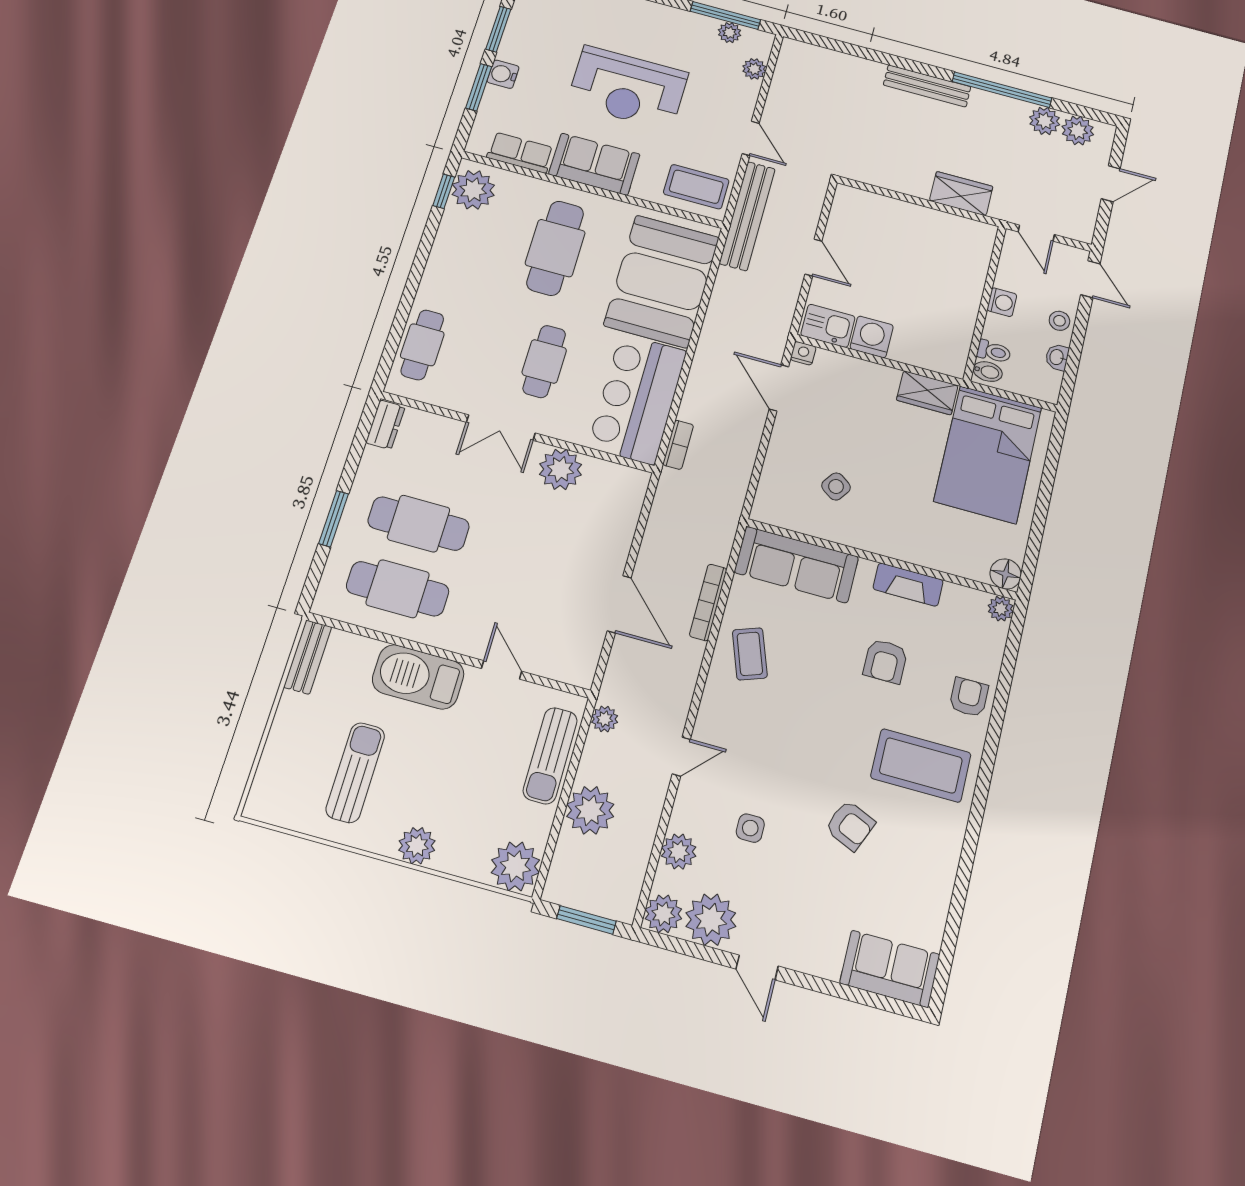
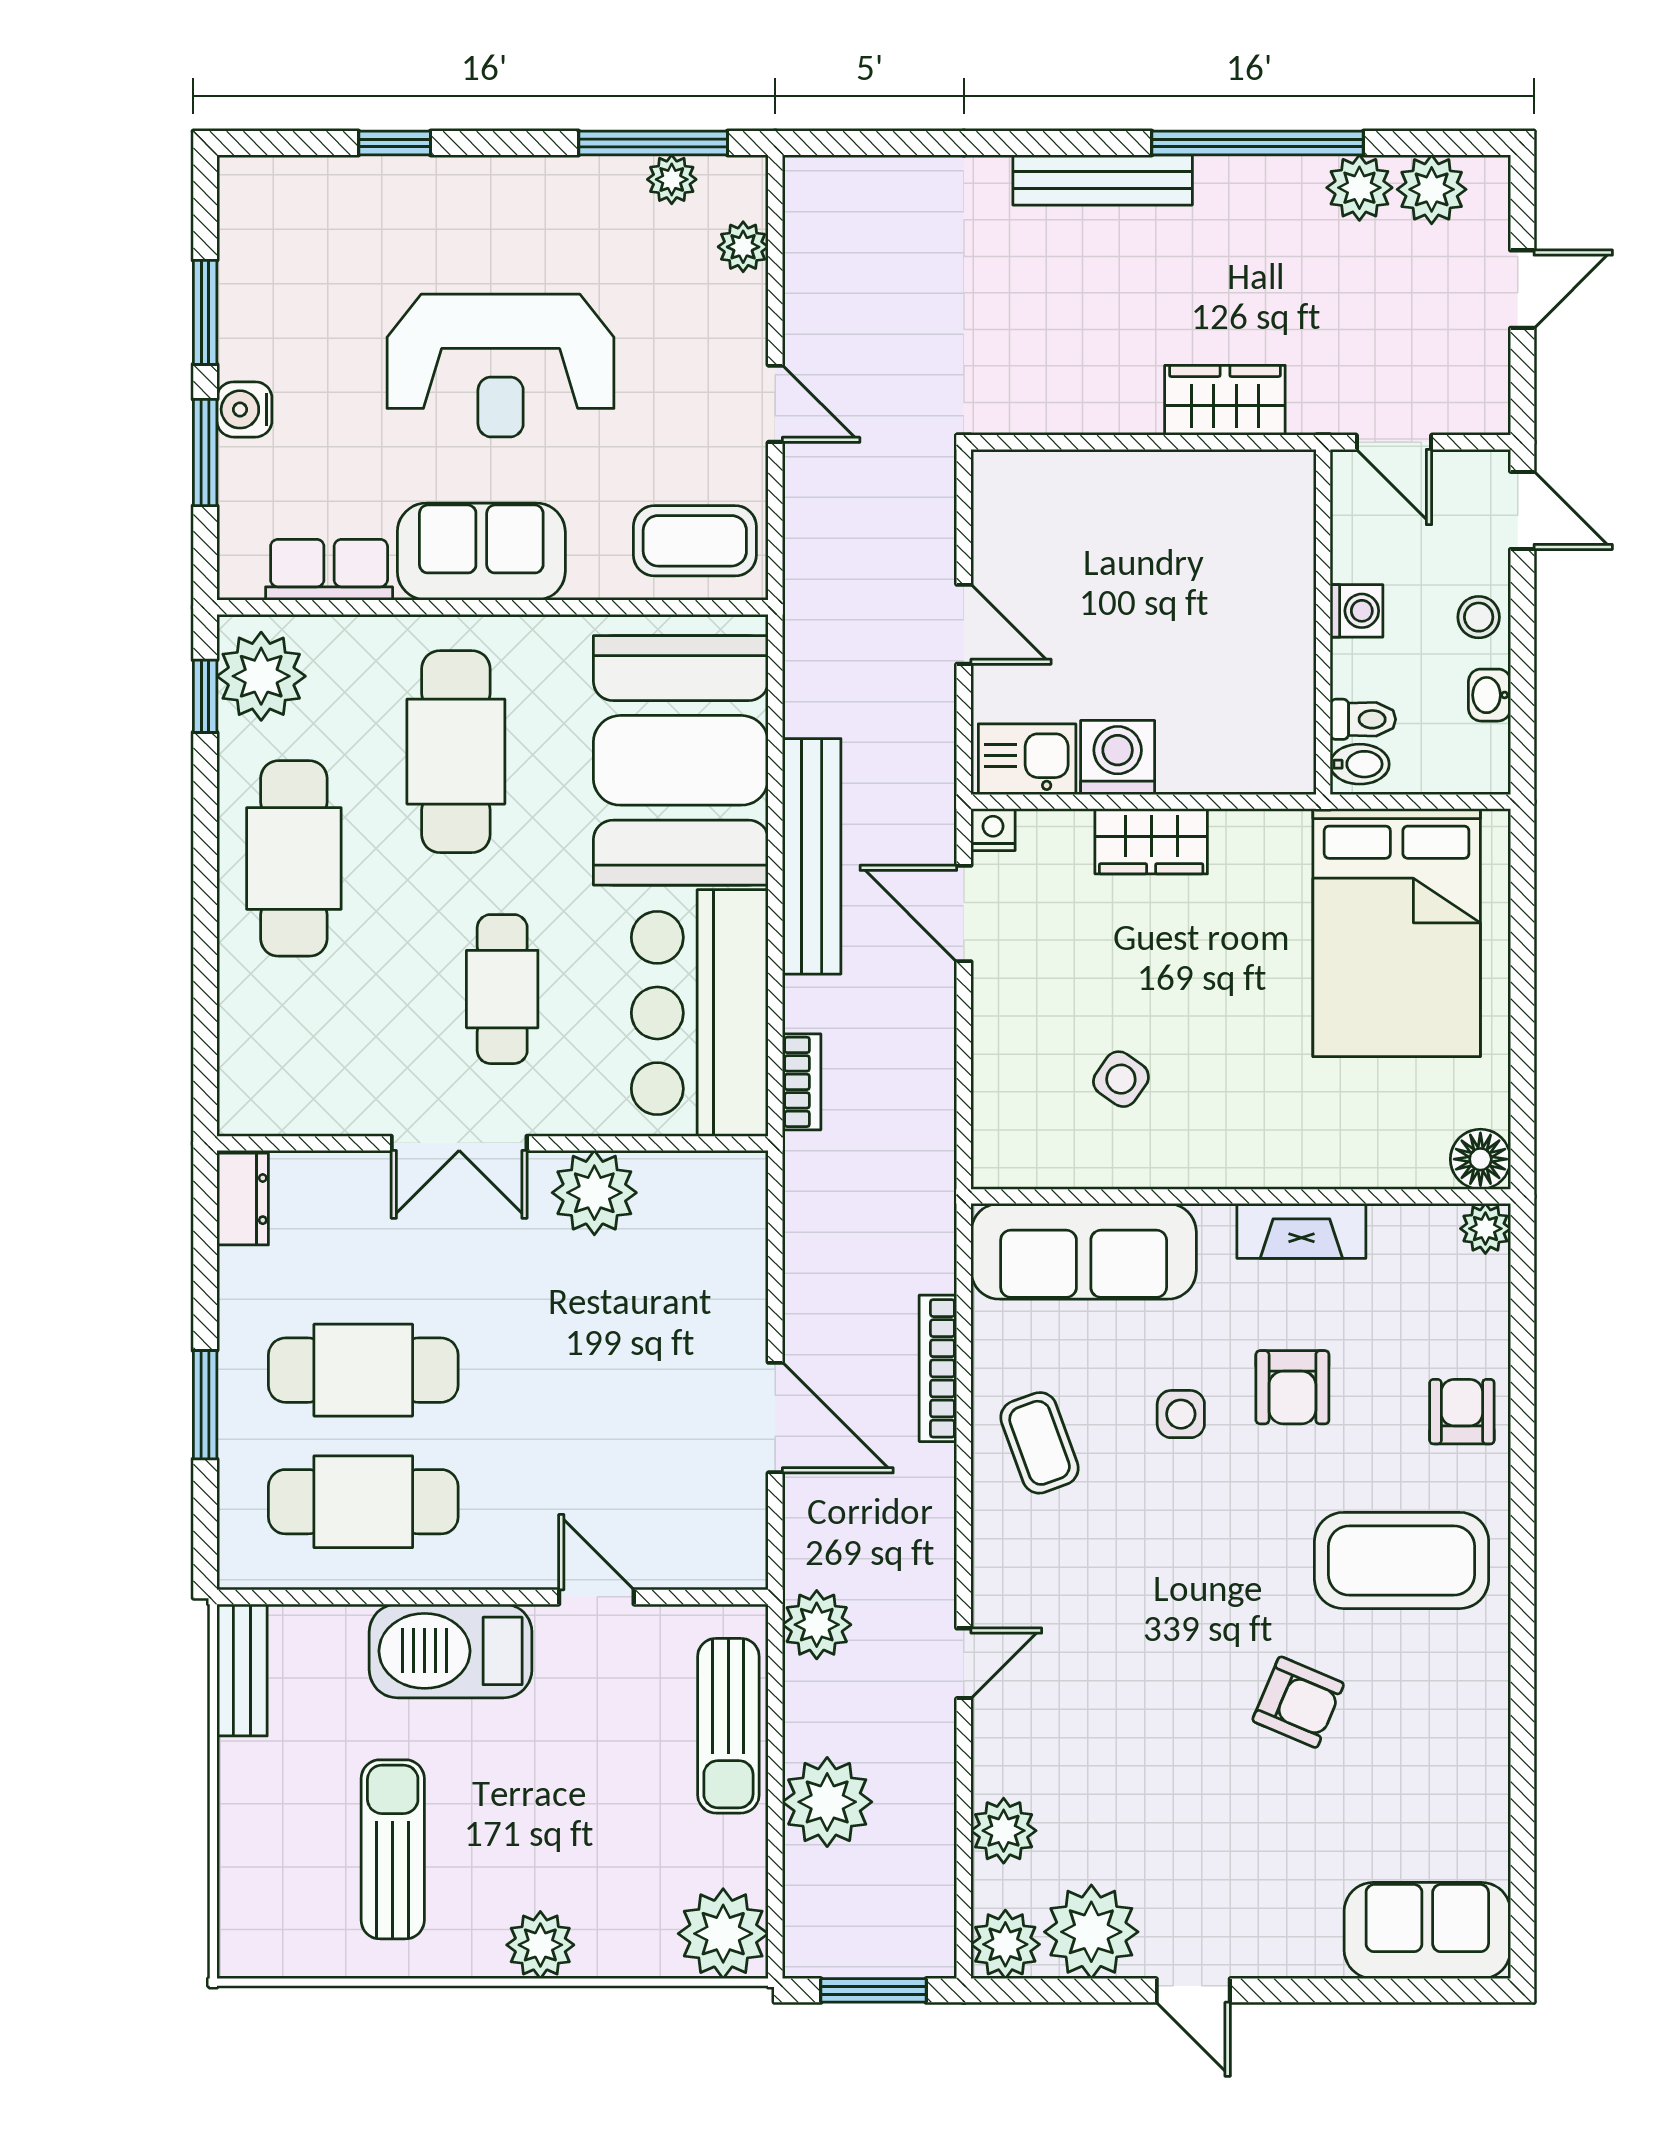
bench: (747, 216) -> (812, 856), moved
cafe table: (422, 345) -> (294, 858), moved, width x1.37, depth x1.35
wardrobe: (927, 393) -> (1151, 841), moved
plant: (605, 719) -> (817, 1625), width x1.38, depth x1.38
side table: (750, 828) -> (1181, 1414), moved

